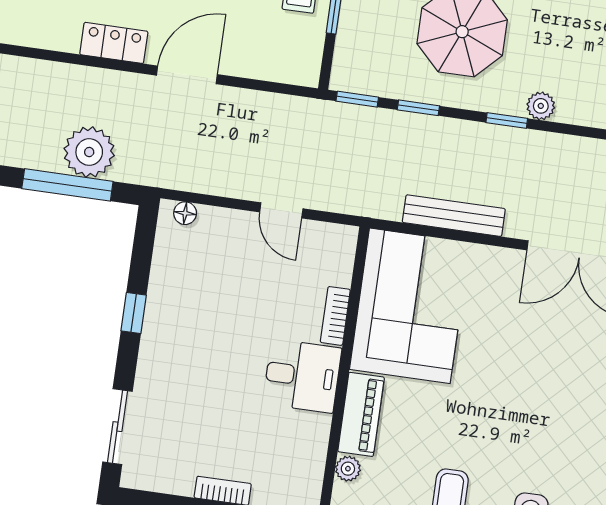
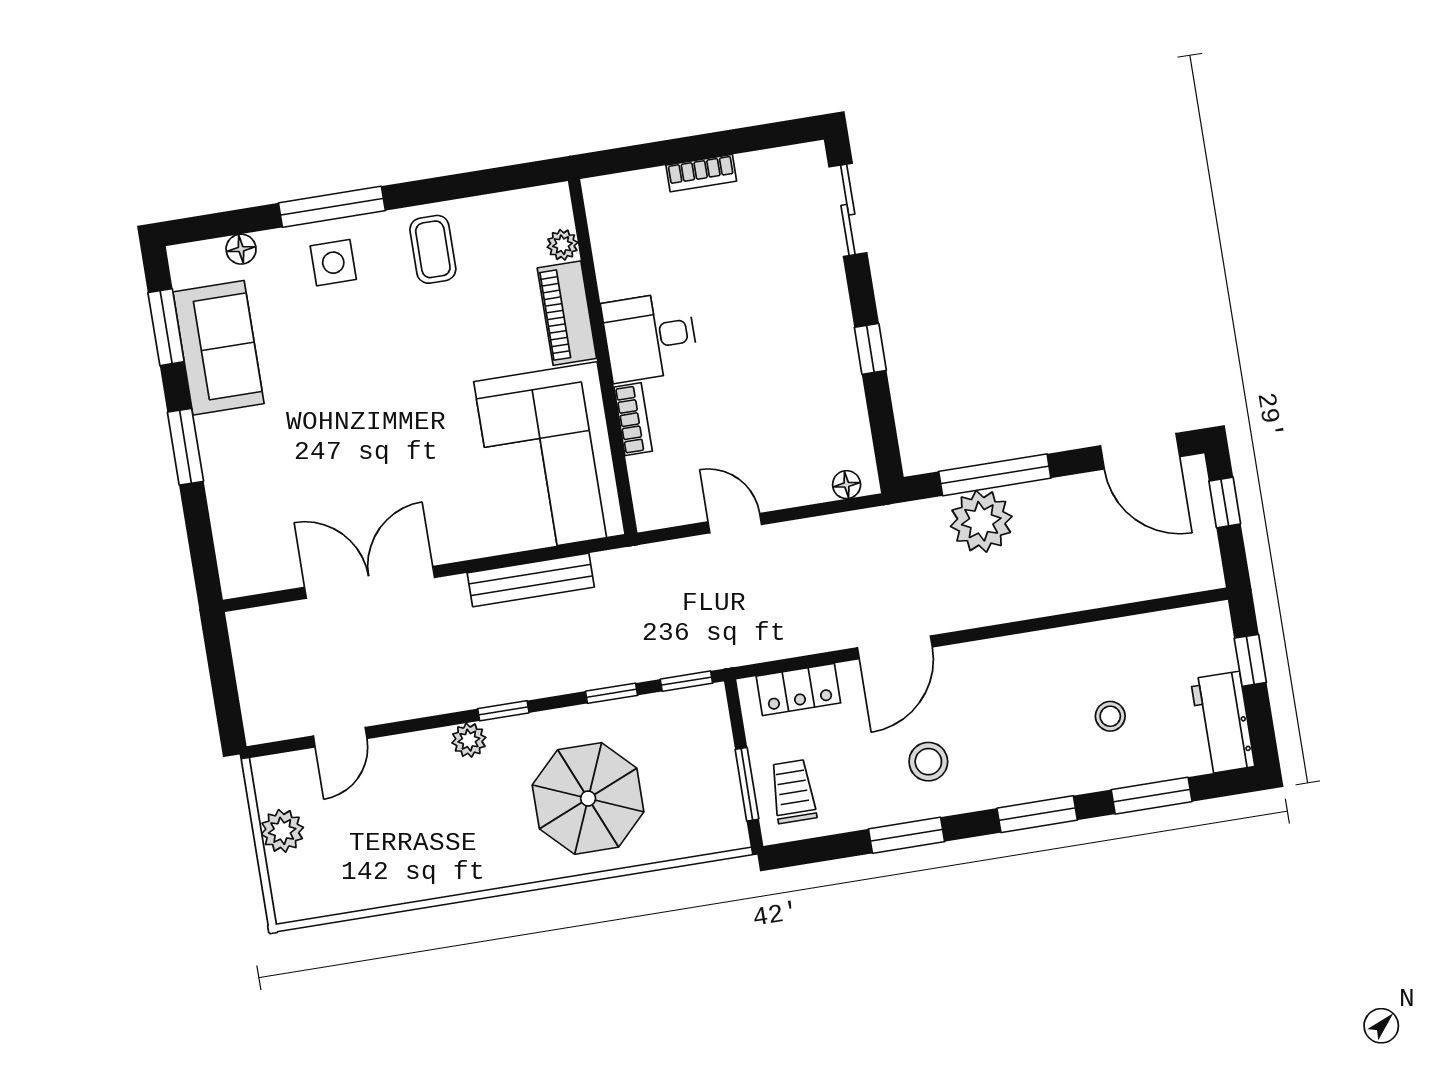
locker: (114, 43) -> (798, 690), moved

